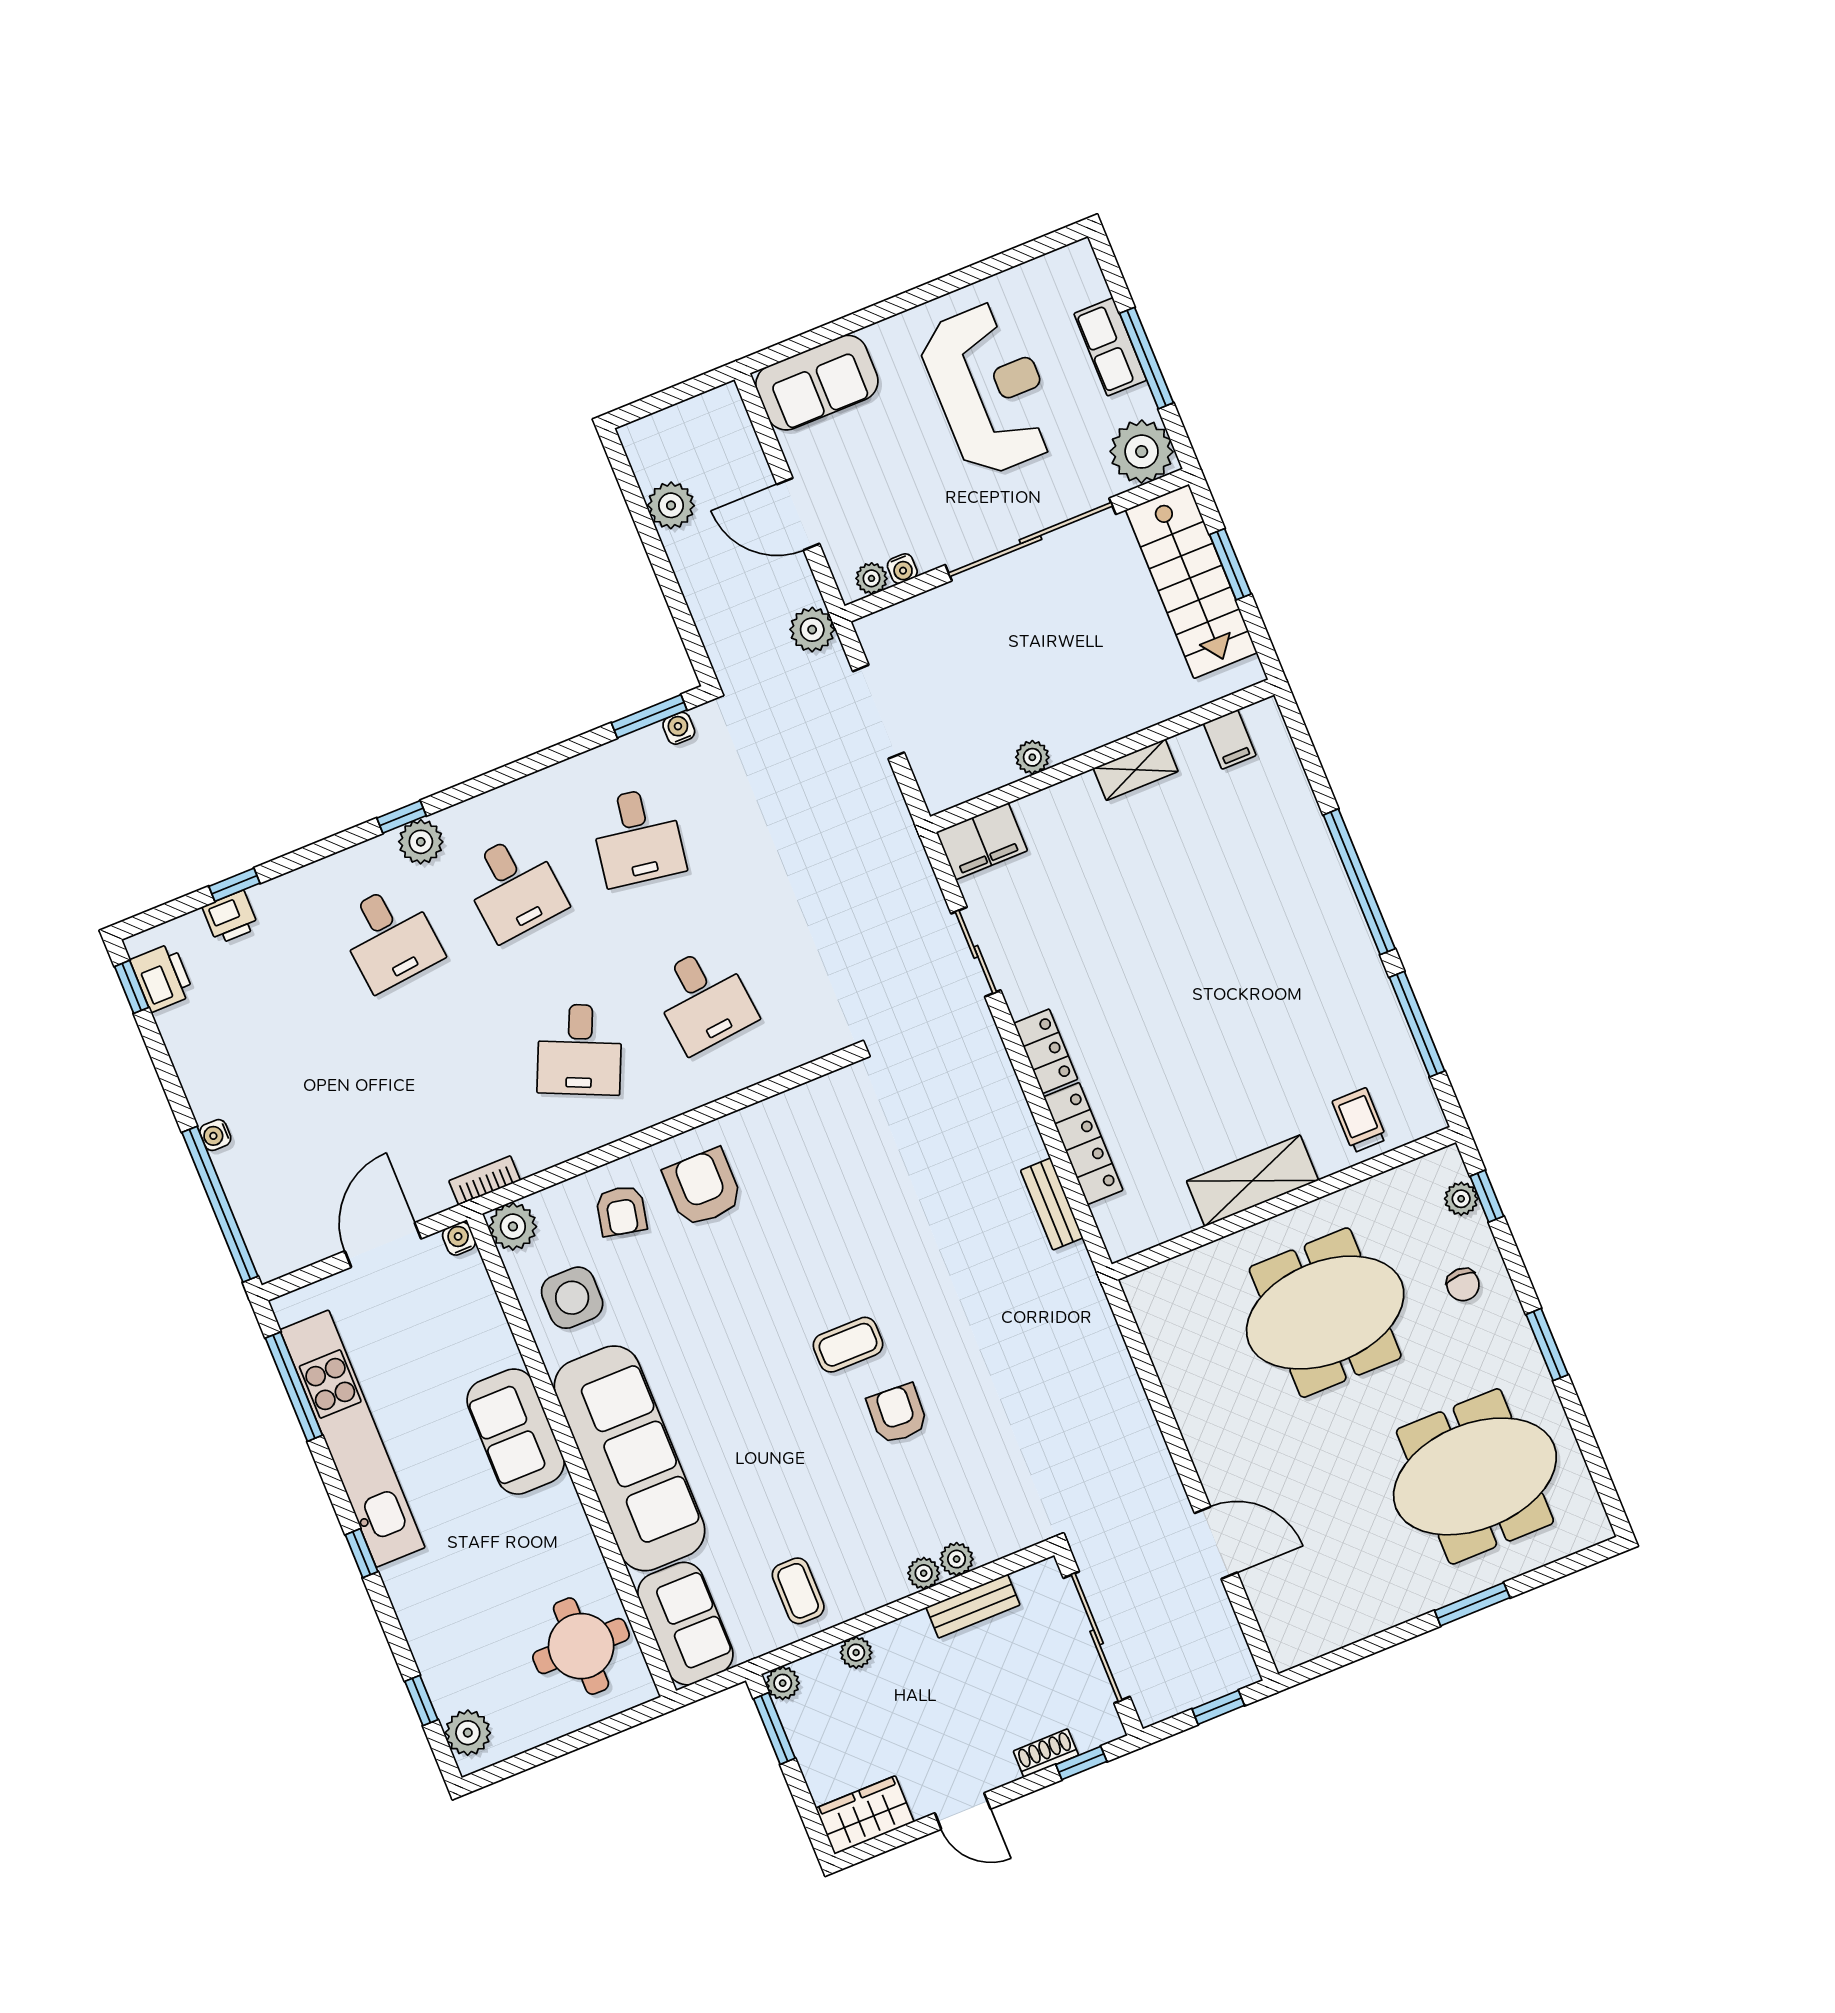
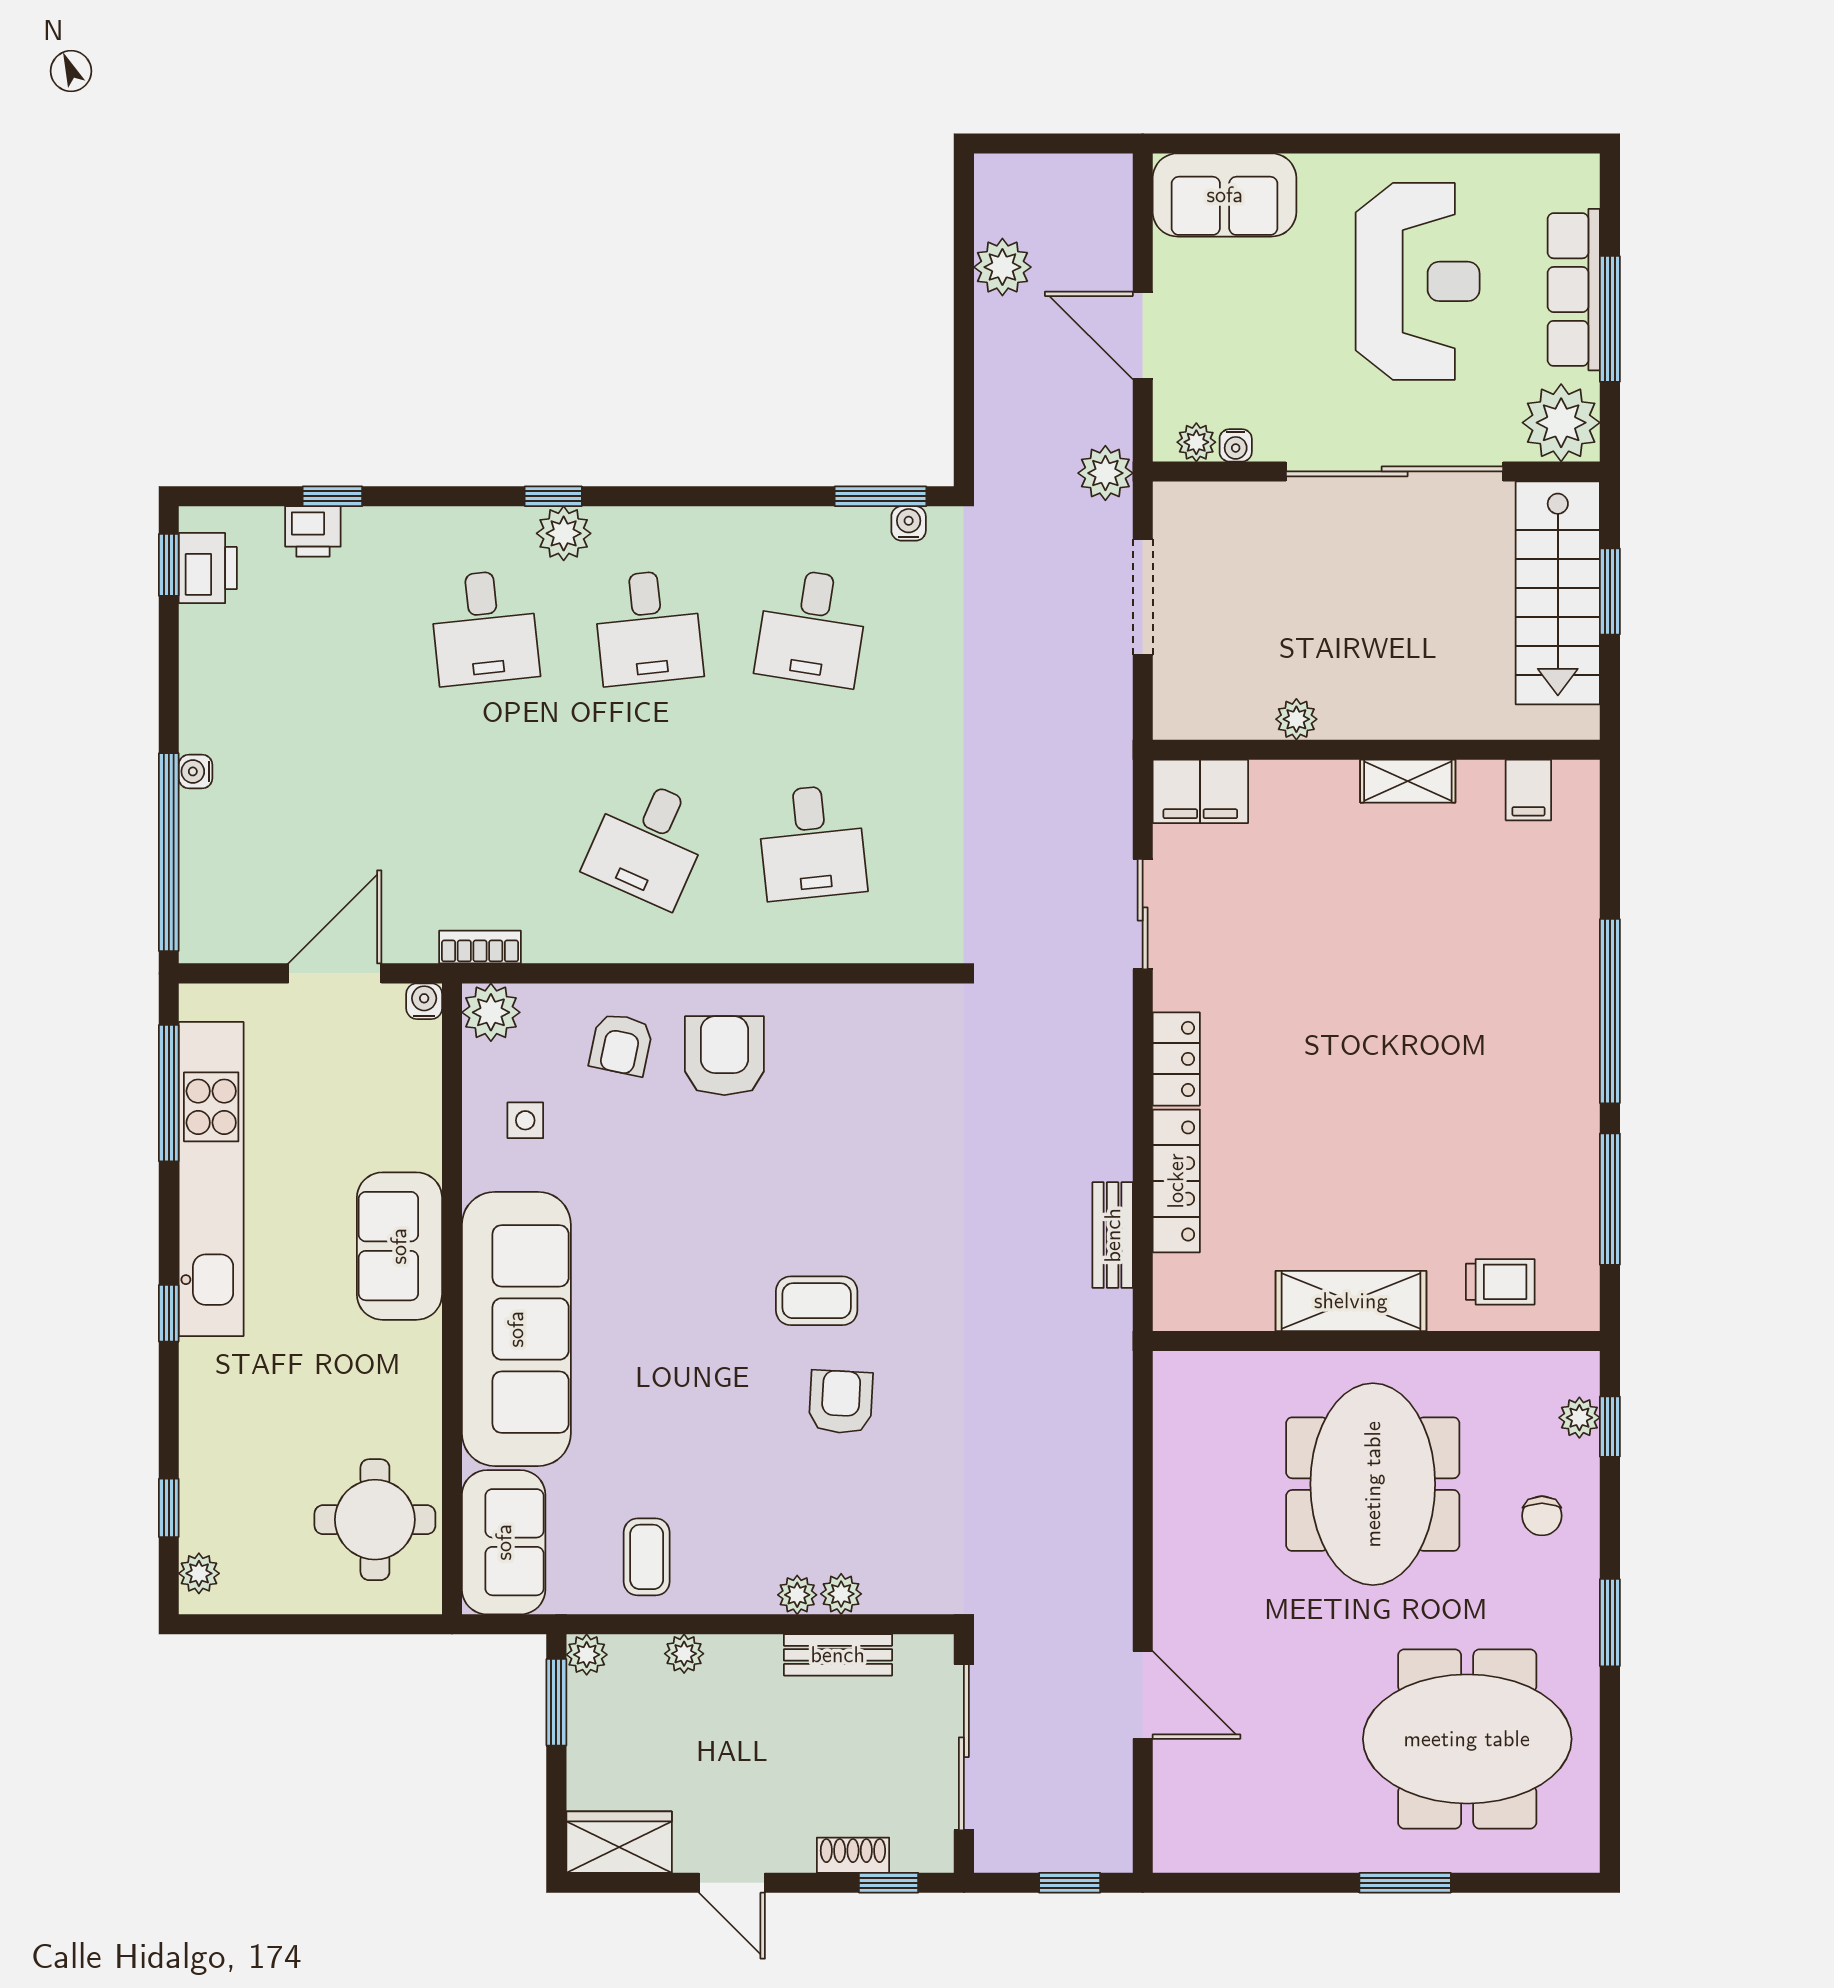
row of seats: (1110, 347) -> (1574, 290), width x1.48
trolley: (1360, 1120) -> (1500, 1282), turned 90
side table: (572, 1298) -> (525, 1120), width x0.54, depth x0.54
meeting table: (1325, 1313) -> (1373, 1484), turned 90
plant: (468, 1733) -> (199, 1573), width x0.73, depth x0.73

